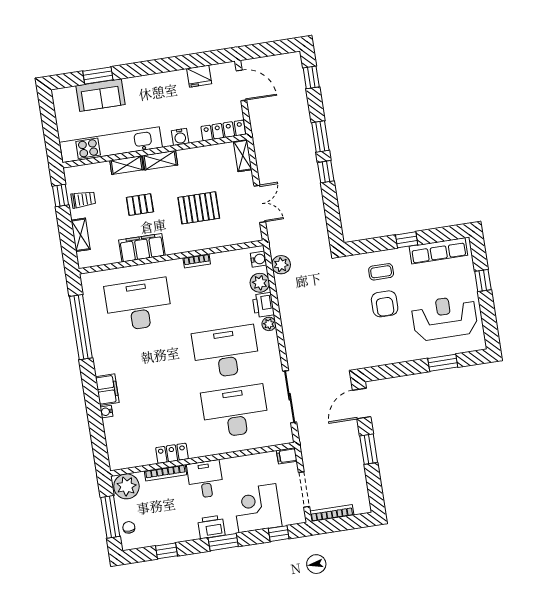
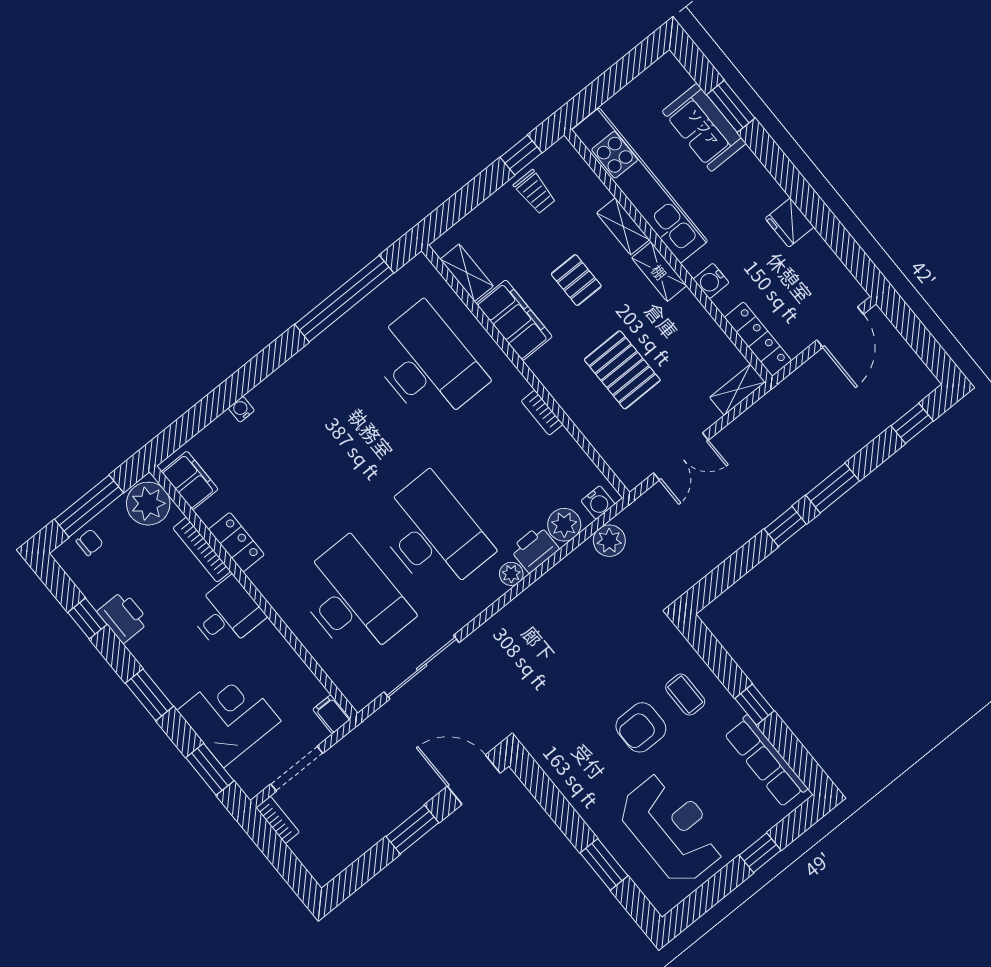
fridge: (199, 76) -> (790, 223), moved
shelving: (81, 235) -> (467, 273), moved, turned 90
filing cabinet: (107, 390) -> (190, 480), moved, turned -90
bookcase: (332, 513) -> (278, 820), width x0.64
printer: (211, 527) -> (123, 617), moved
window: (279, 534) -> (210, 769), width x1.50

